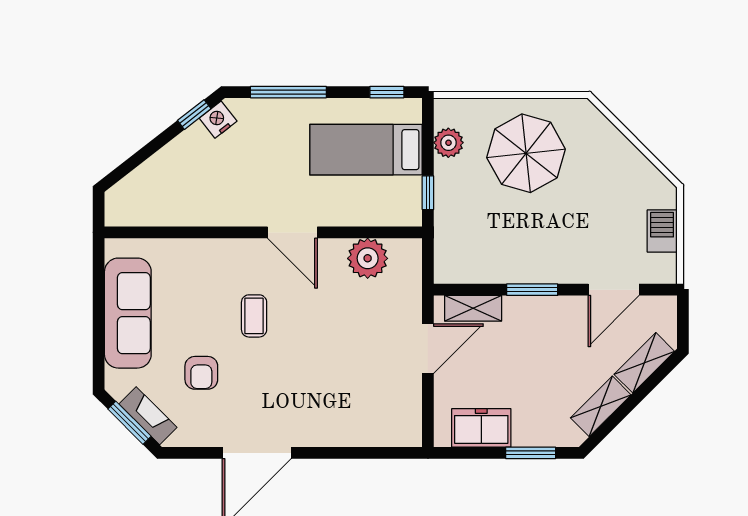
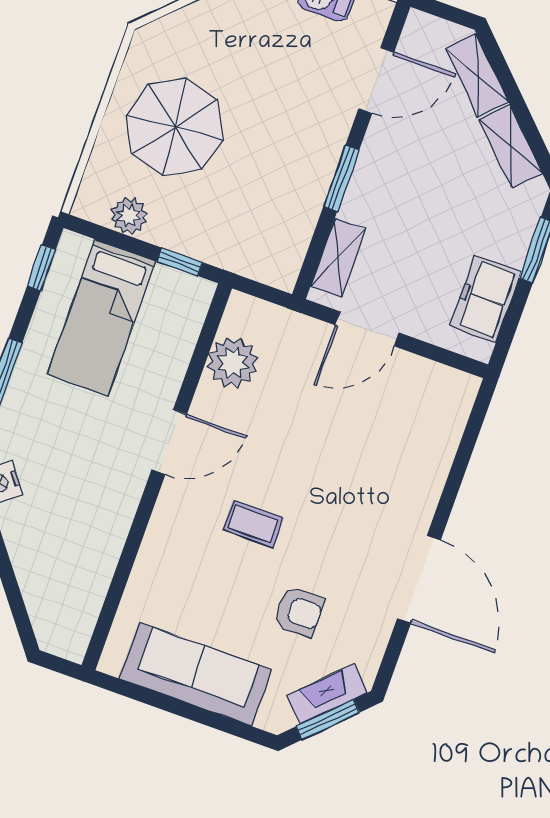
door: (614, 290) -> (376, 80), hinge flipped
door: (428, 349) -> (367, 329), swing flipped

